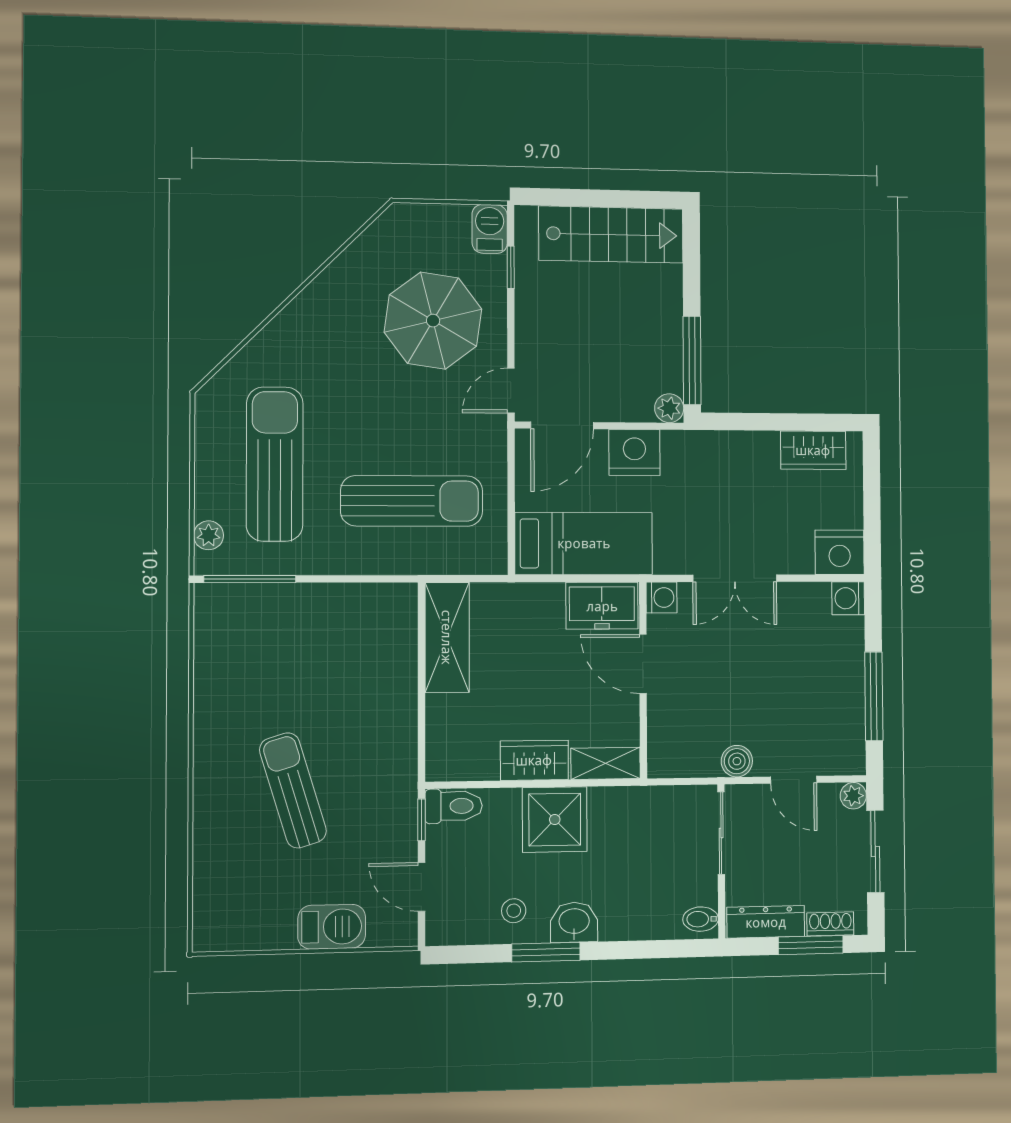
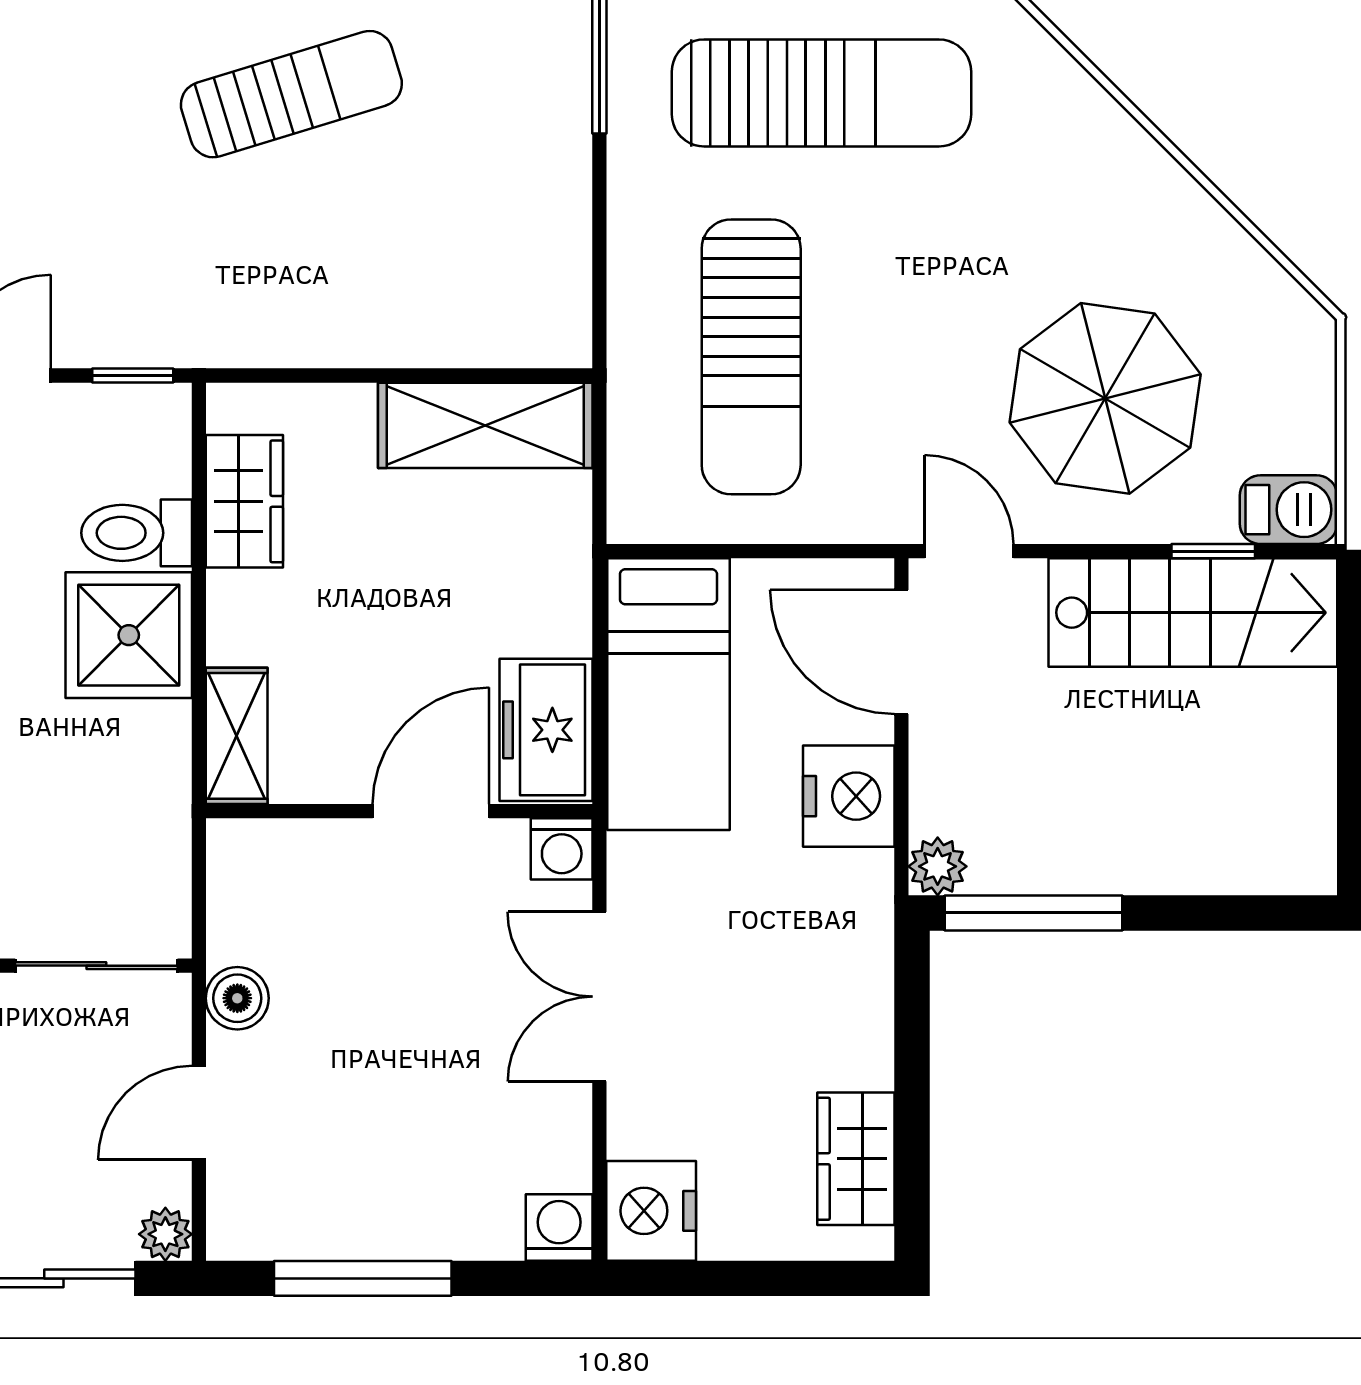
stairs: (611, 235) -> (1193, 613), moved, turned -90
wardrobe: (534, 760) -> (244, 501), moved
sun lounger: (293, 790) -> (291, 94), moved
toilet: (454, 806) -> (137, 533), moved, turned 90

